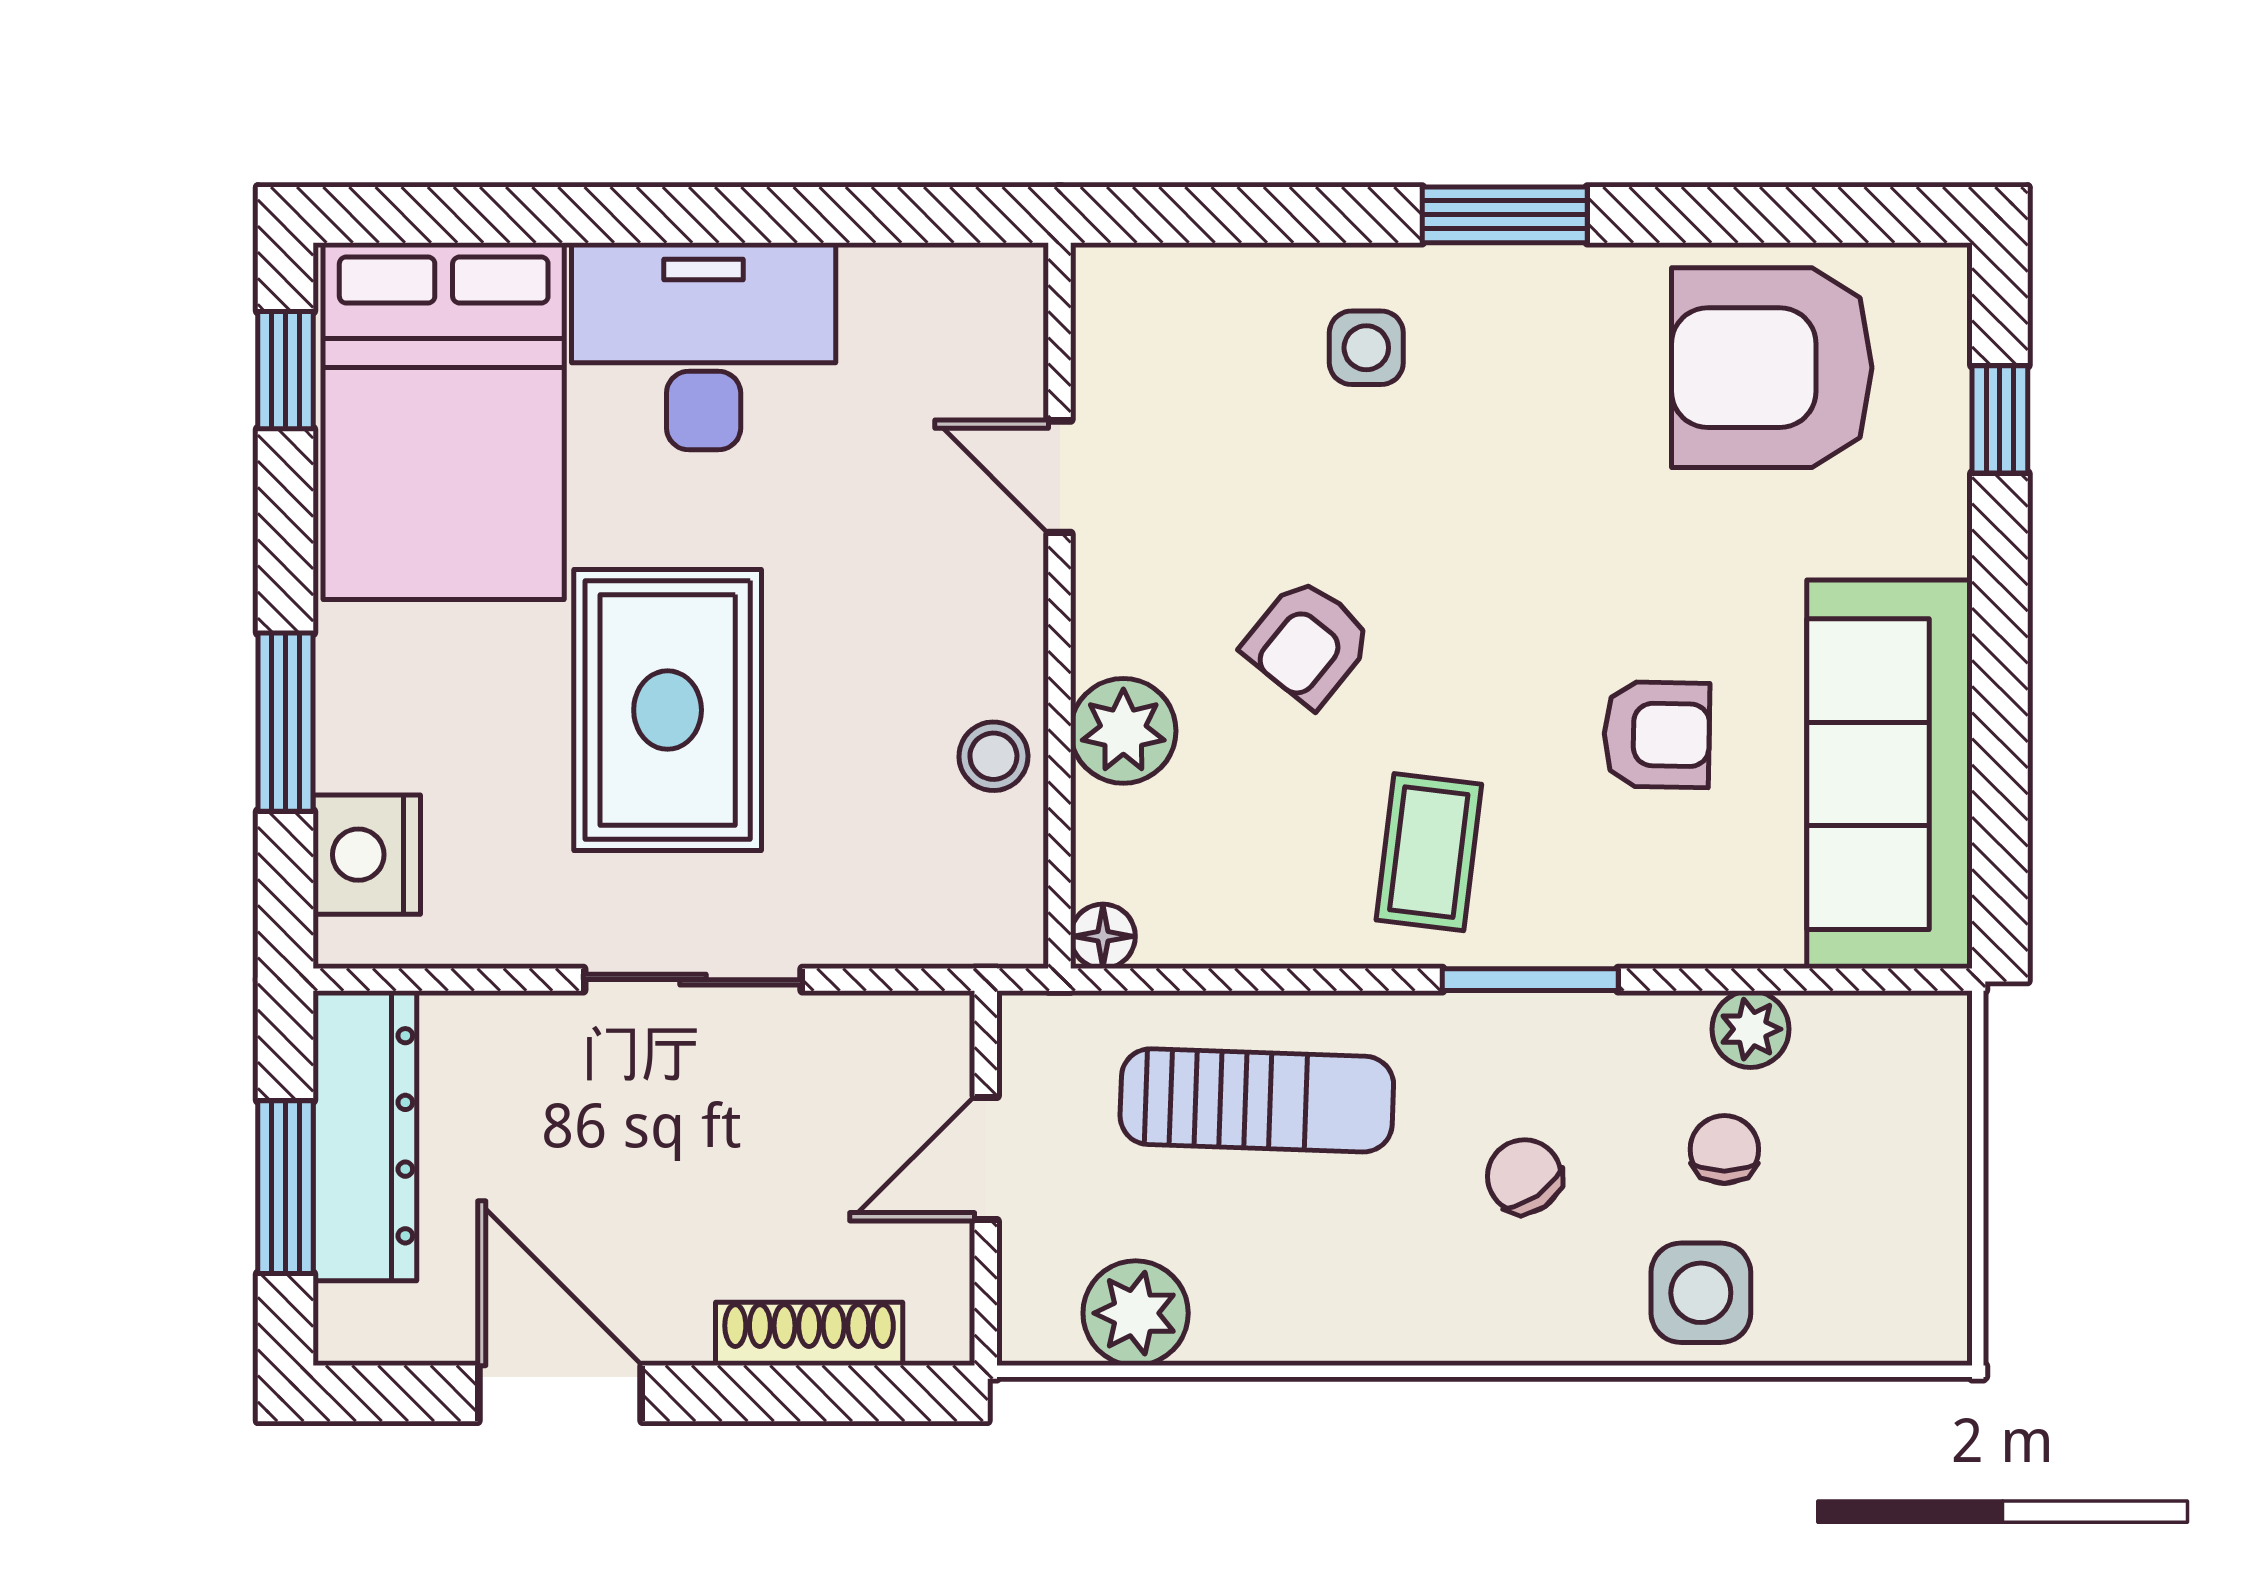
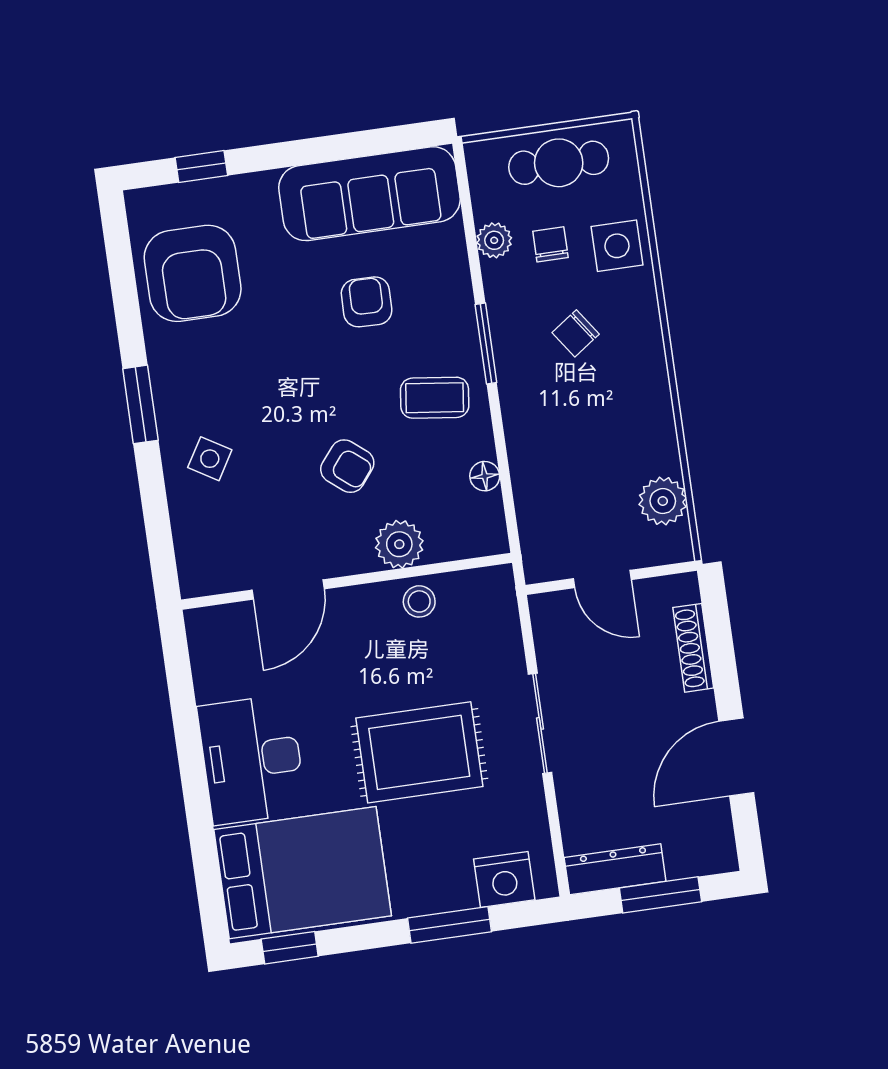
side table: (1366, 348) -> (210, 459), turned 31
door: (1060, 477) -> (288, 590), width x1.37
floor lamp: (1103, 936) -> (485, 476), moved
sun lounger: (1257, 1100) -> (558, 460), removed
dresser: (365, 1136) -> (615, 869), width x0.73, depth x0.80
chair: (1724, 1149) -> (550, 244), turned 90
cafe table: (1898, 1192) -> (559, 163), added

